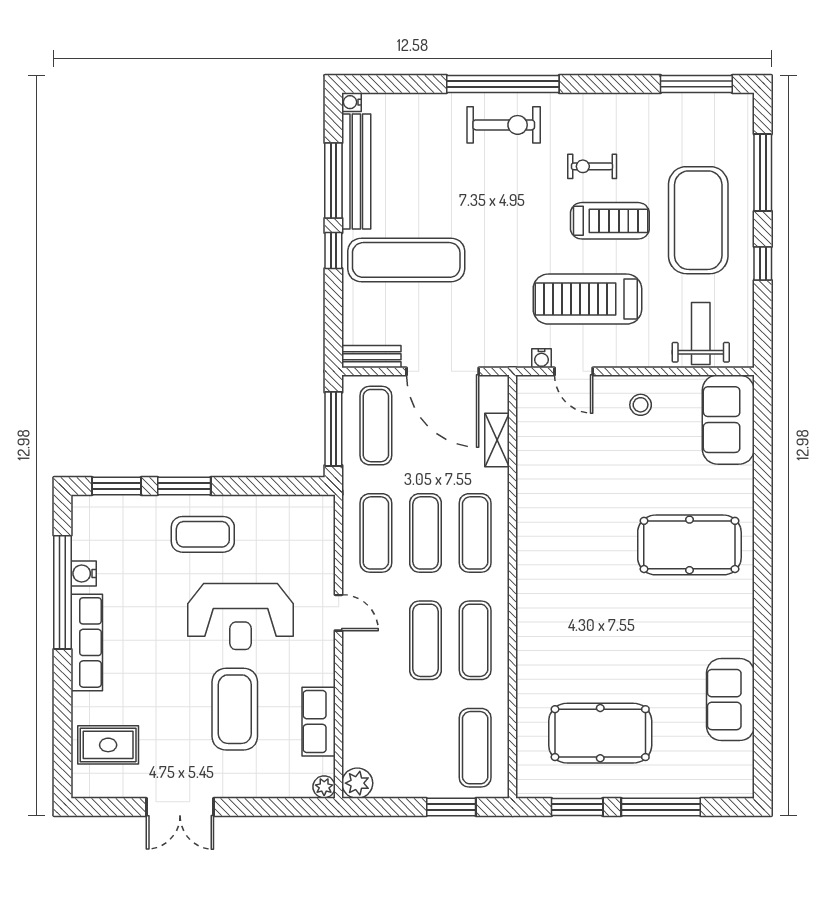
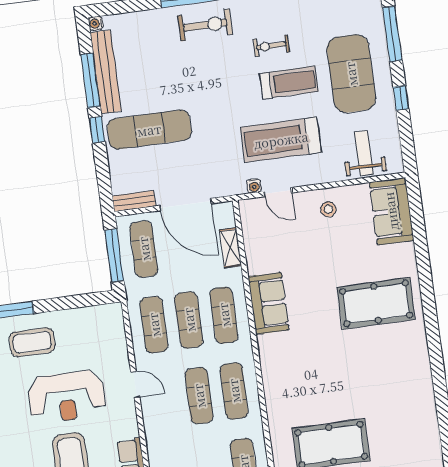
sofa: (730, 700) -> (269, 303), moved, turned 180

